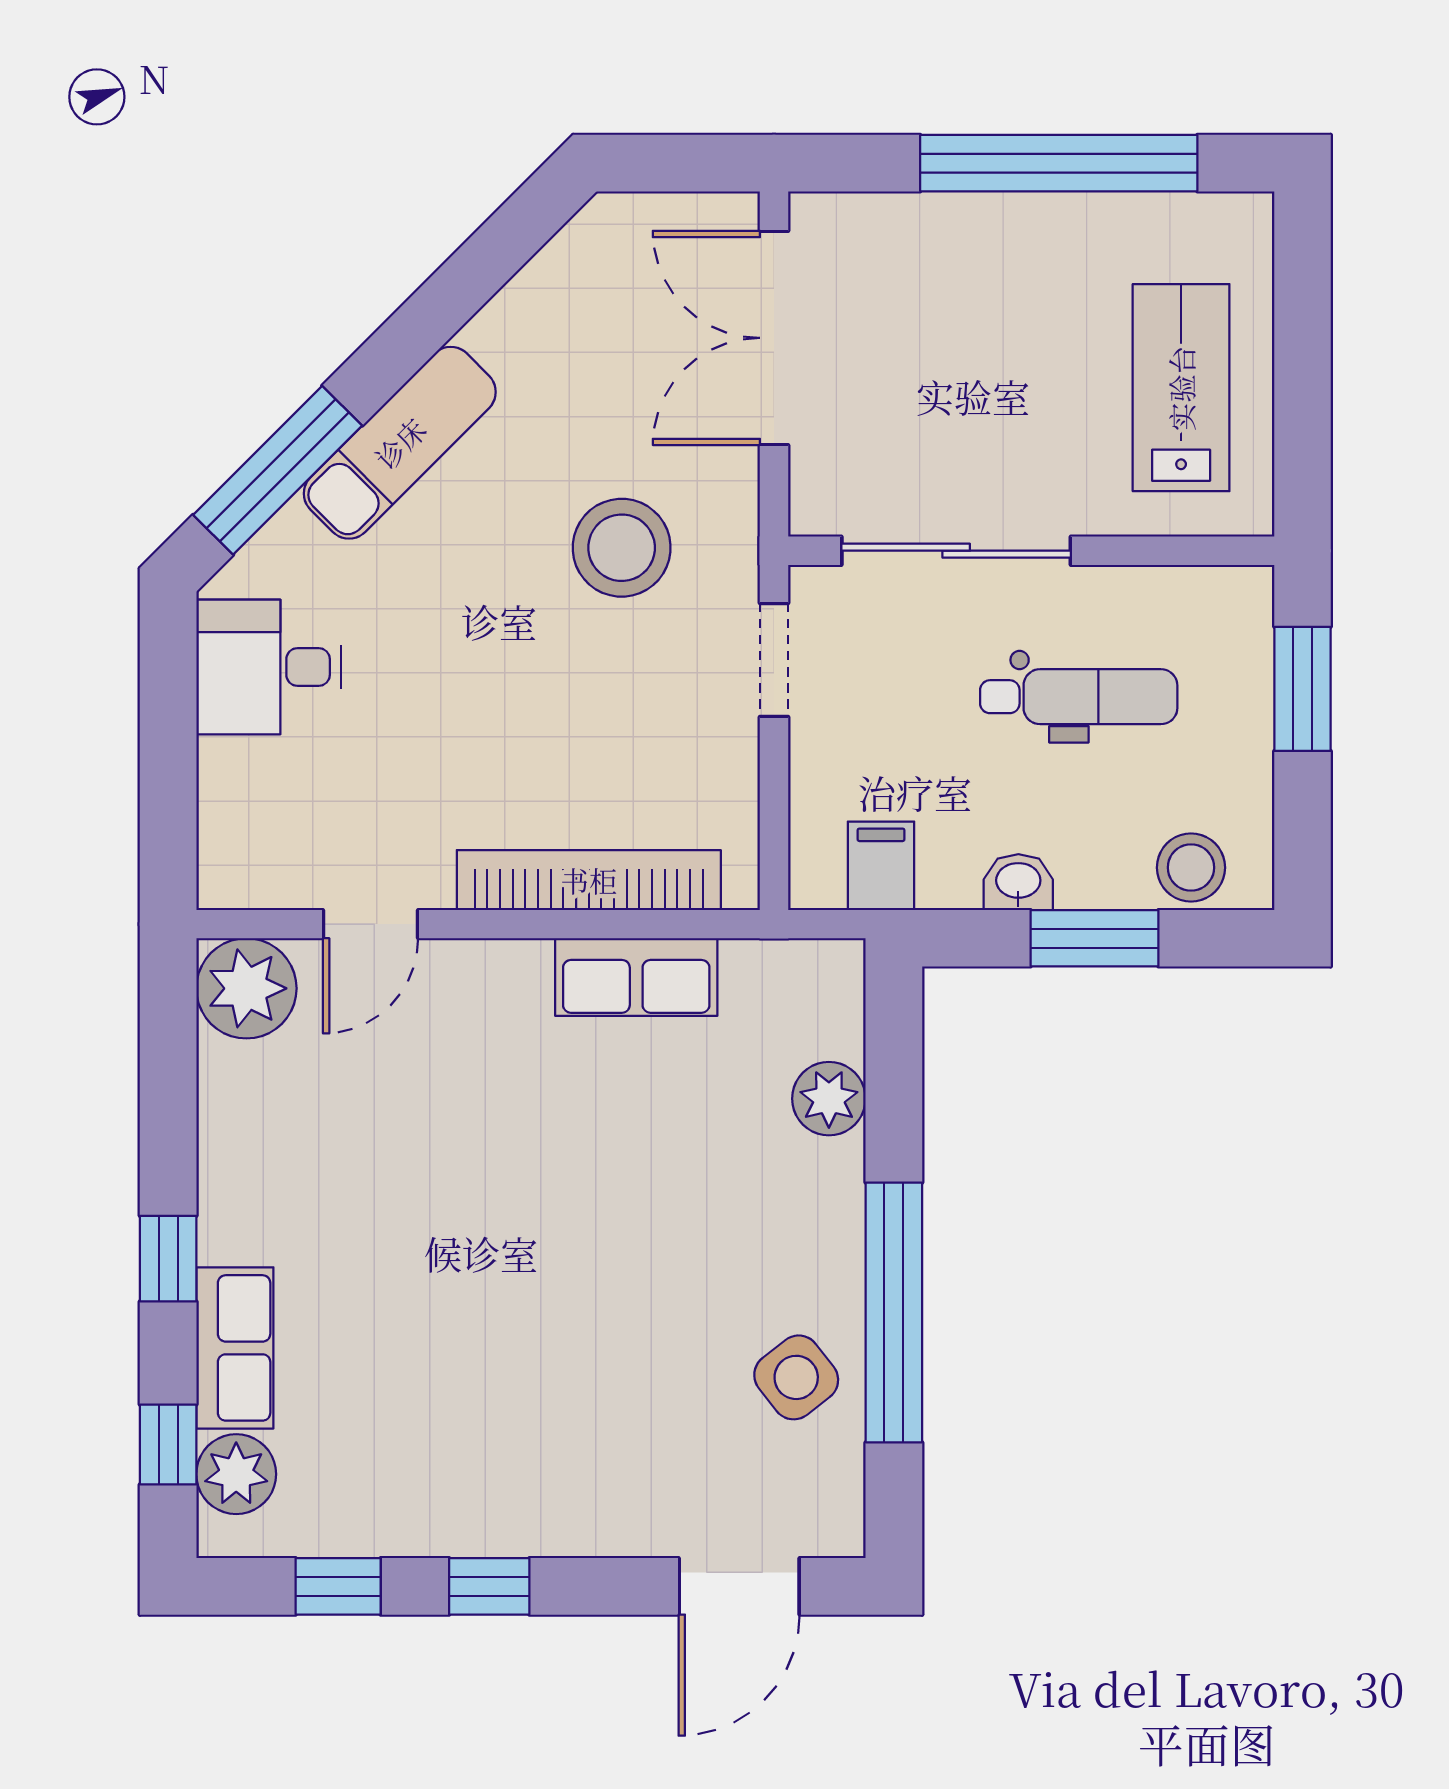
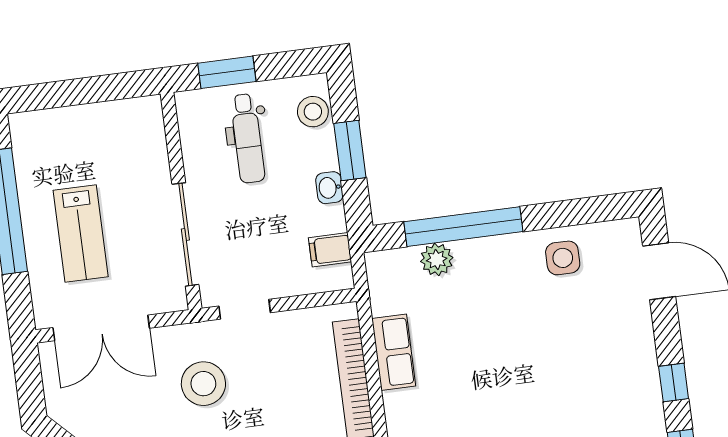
lab bench: (1181, 388) -> (81, 234), moved, turned -90
dental chair: (1079, 697) -> (248, 138), moved, turned 180
window: (894, 1312) -> (463, 227), moved
side table: (796, 1377) -> (563, 258), turned 38

